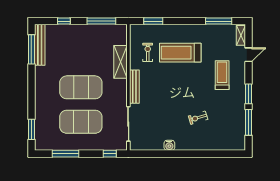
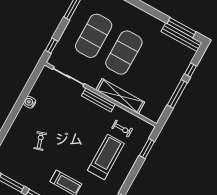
window: (101, 21) -> (177, 94), moved
shelving: (120, 62) -> (120, 96), width x1.47

